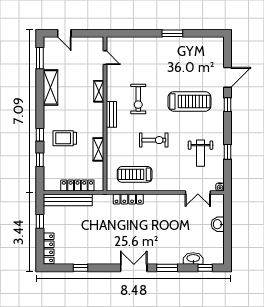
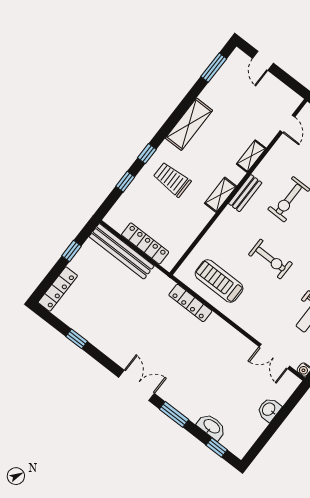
shelving: (50, 87) -> (189, 124), moved
shelving: (98, 149) -> (220, 195), moved

